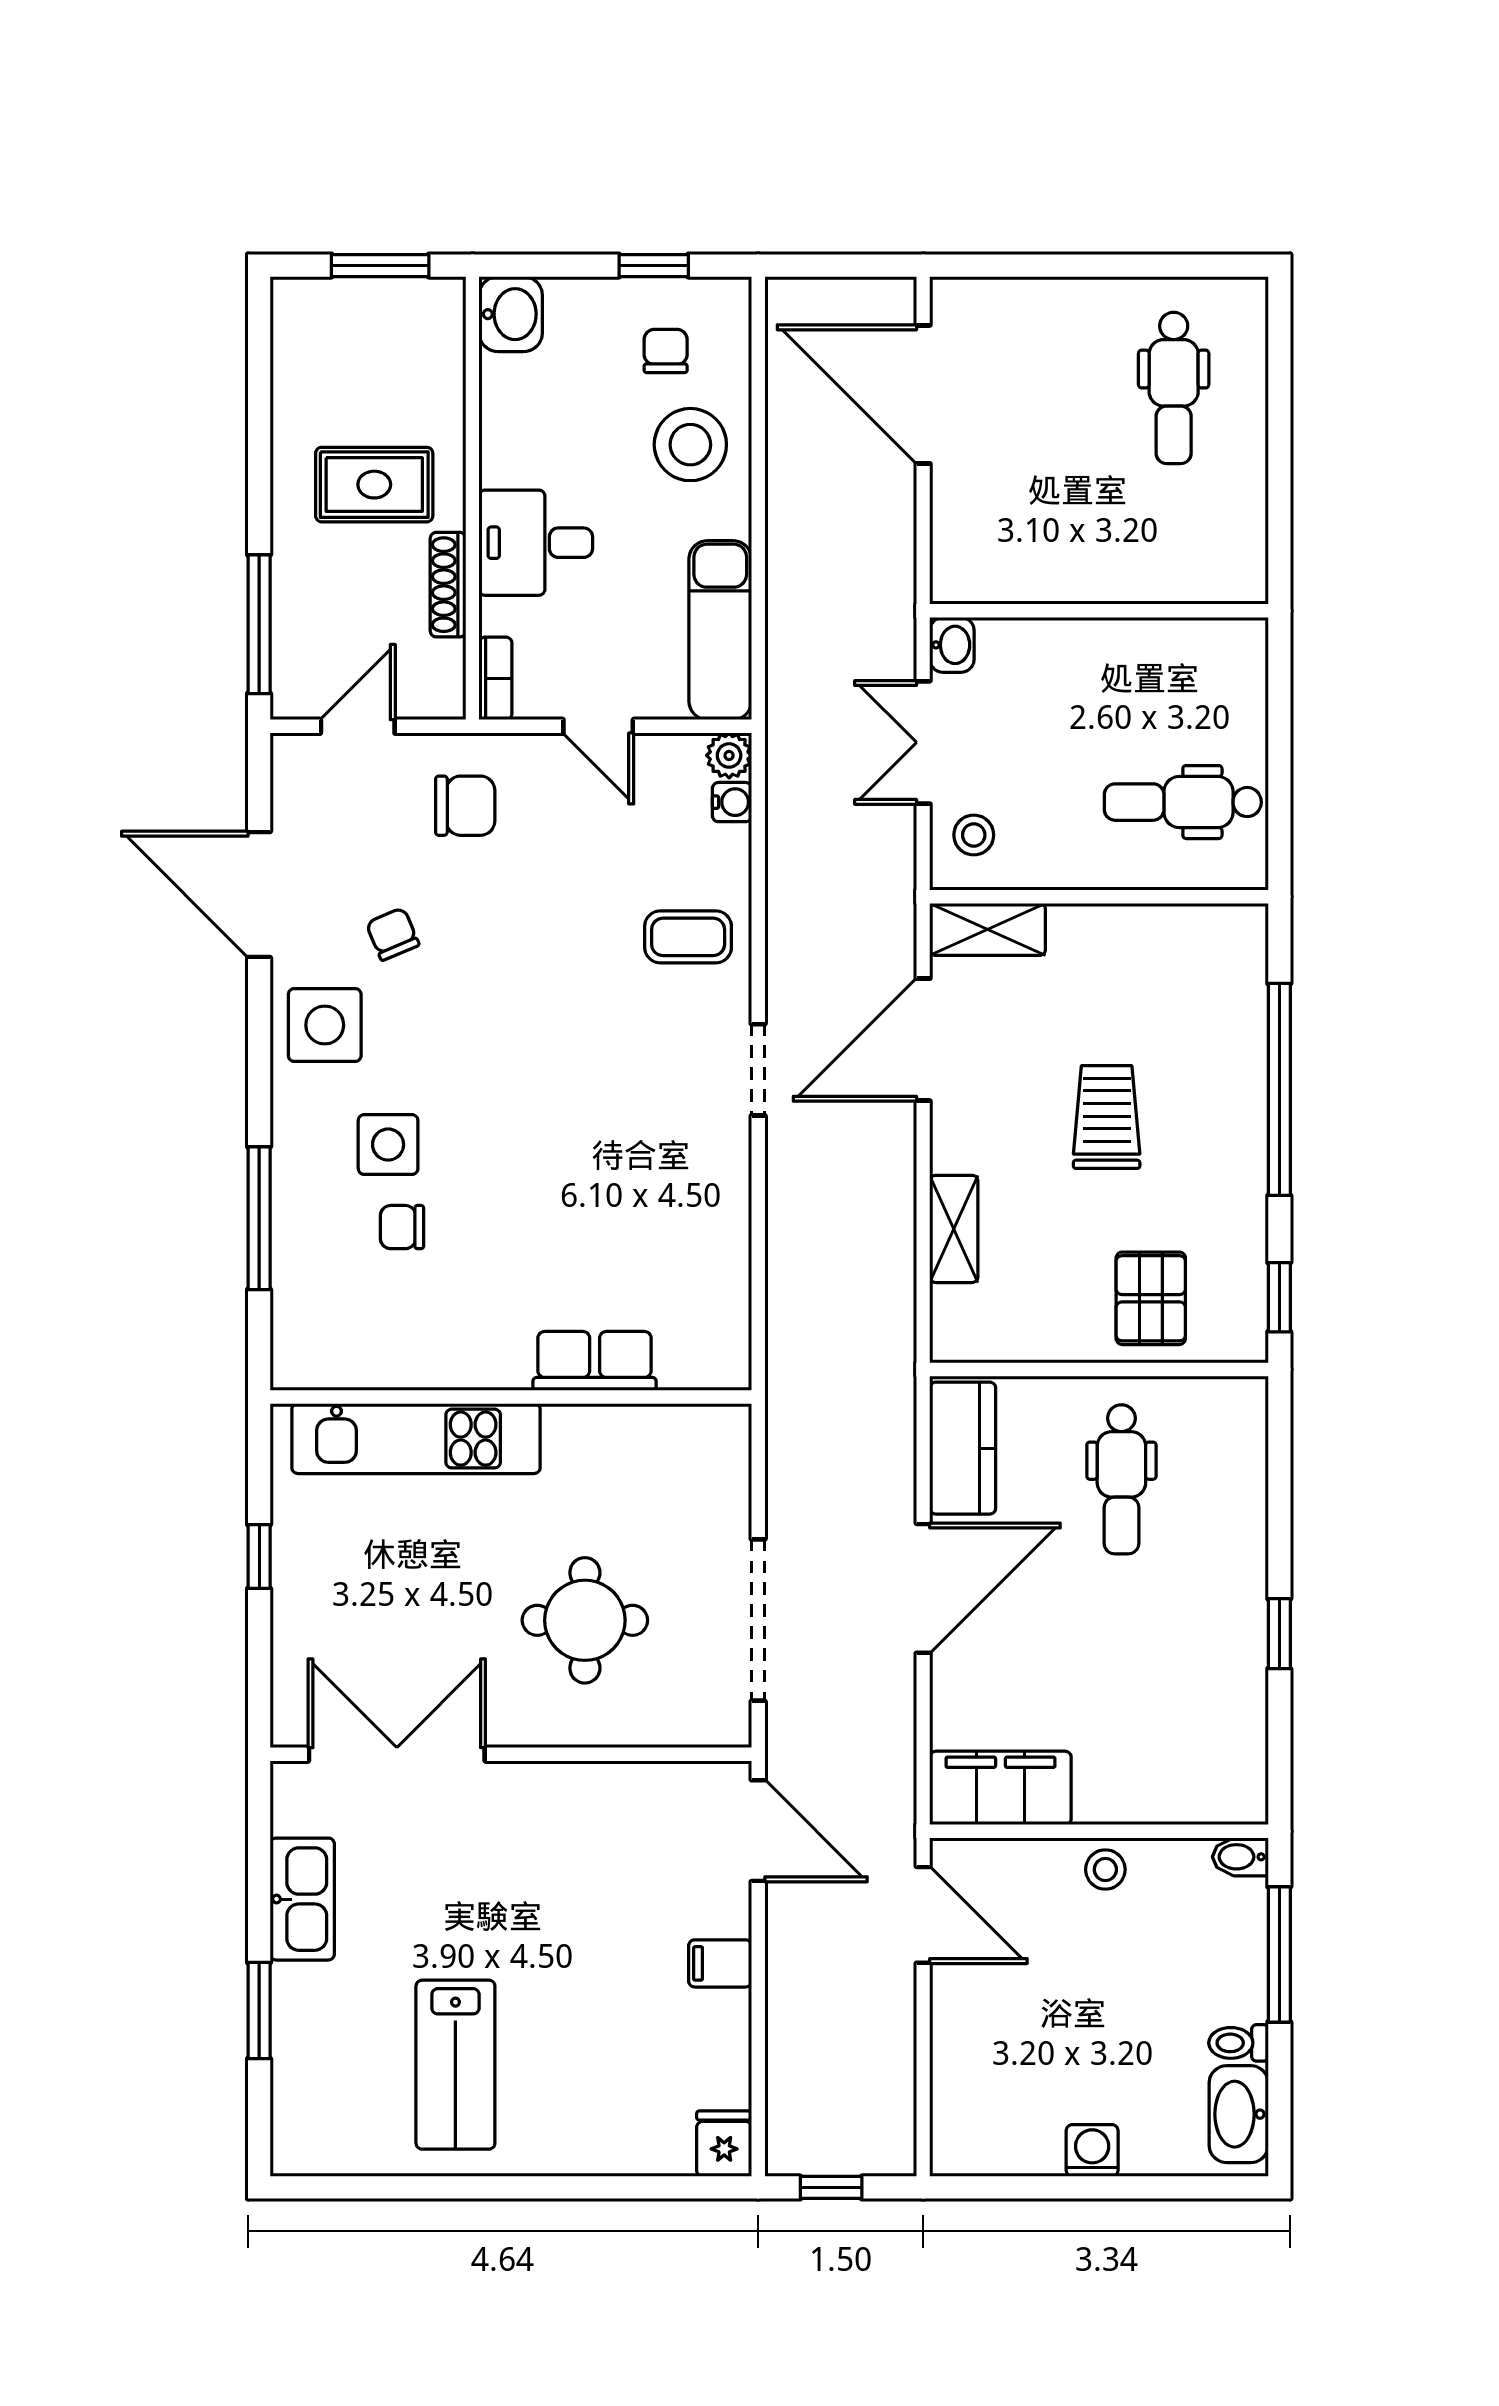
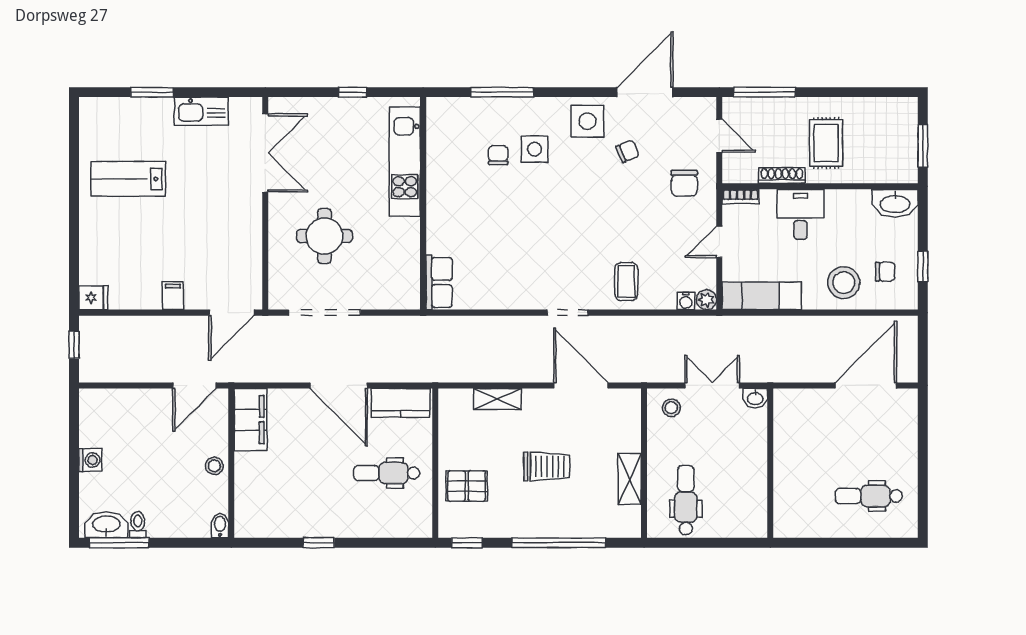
washbasin: (511, 314) -> (895, 203), width x1.38
shelving: (988, 929) -> (630, 479), moved
row of seats: (595, 1361) -> (439, 282), moved
window: (1279, 1954) -> (119, 543), moved

